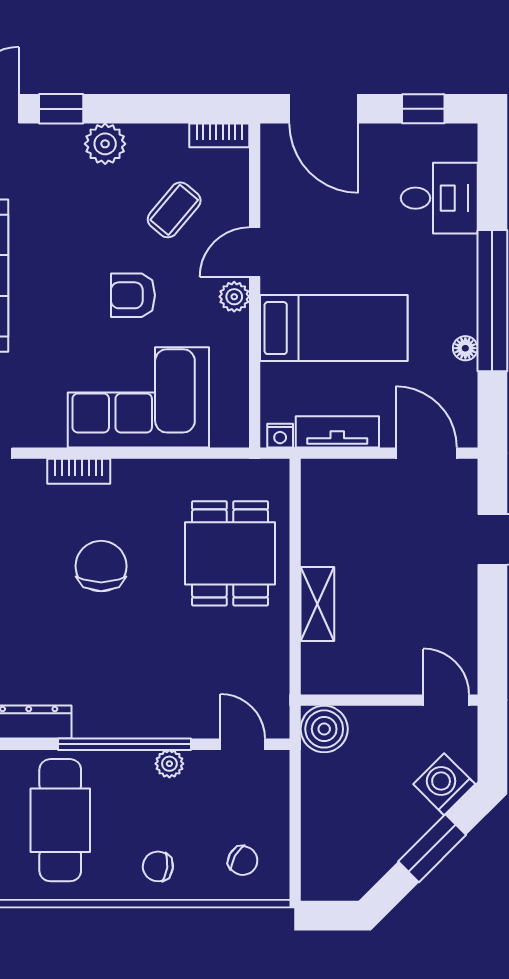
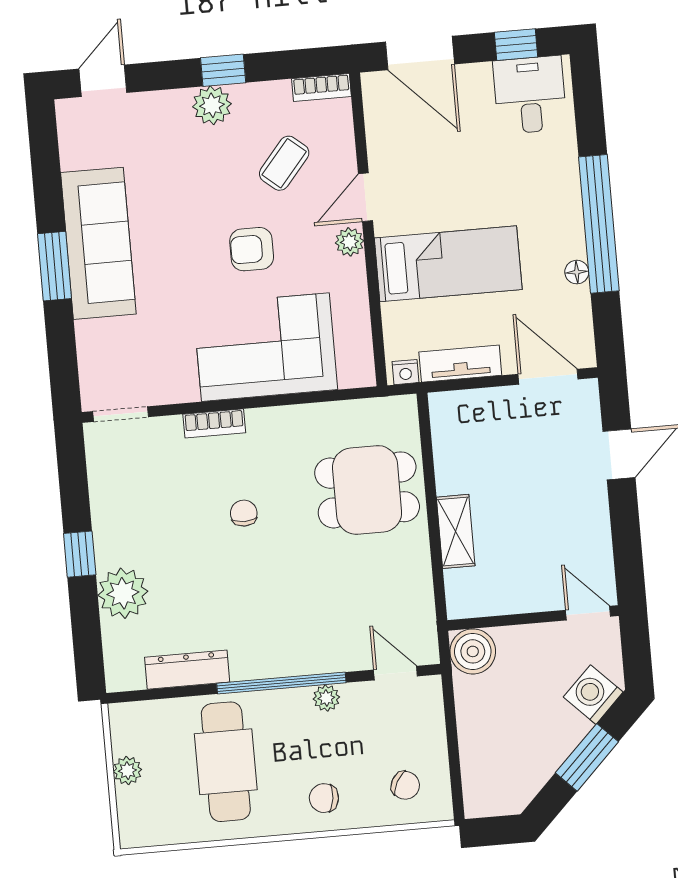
window: (61, 109) -> (223, 70), moved
desk: (439, 198) -> (530, 95), moved, turned -90
dining table: (230, 553) -> (367, 490), turned 90
chair: (101, 566) -> (244, 513), width x0.54, depth x0.54

